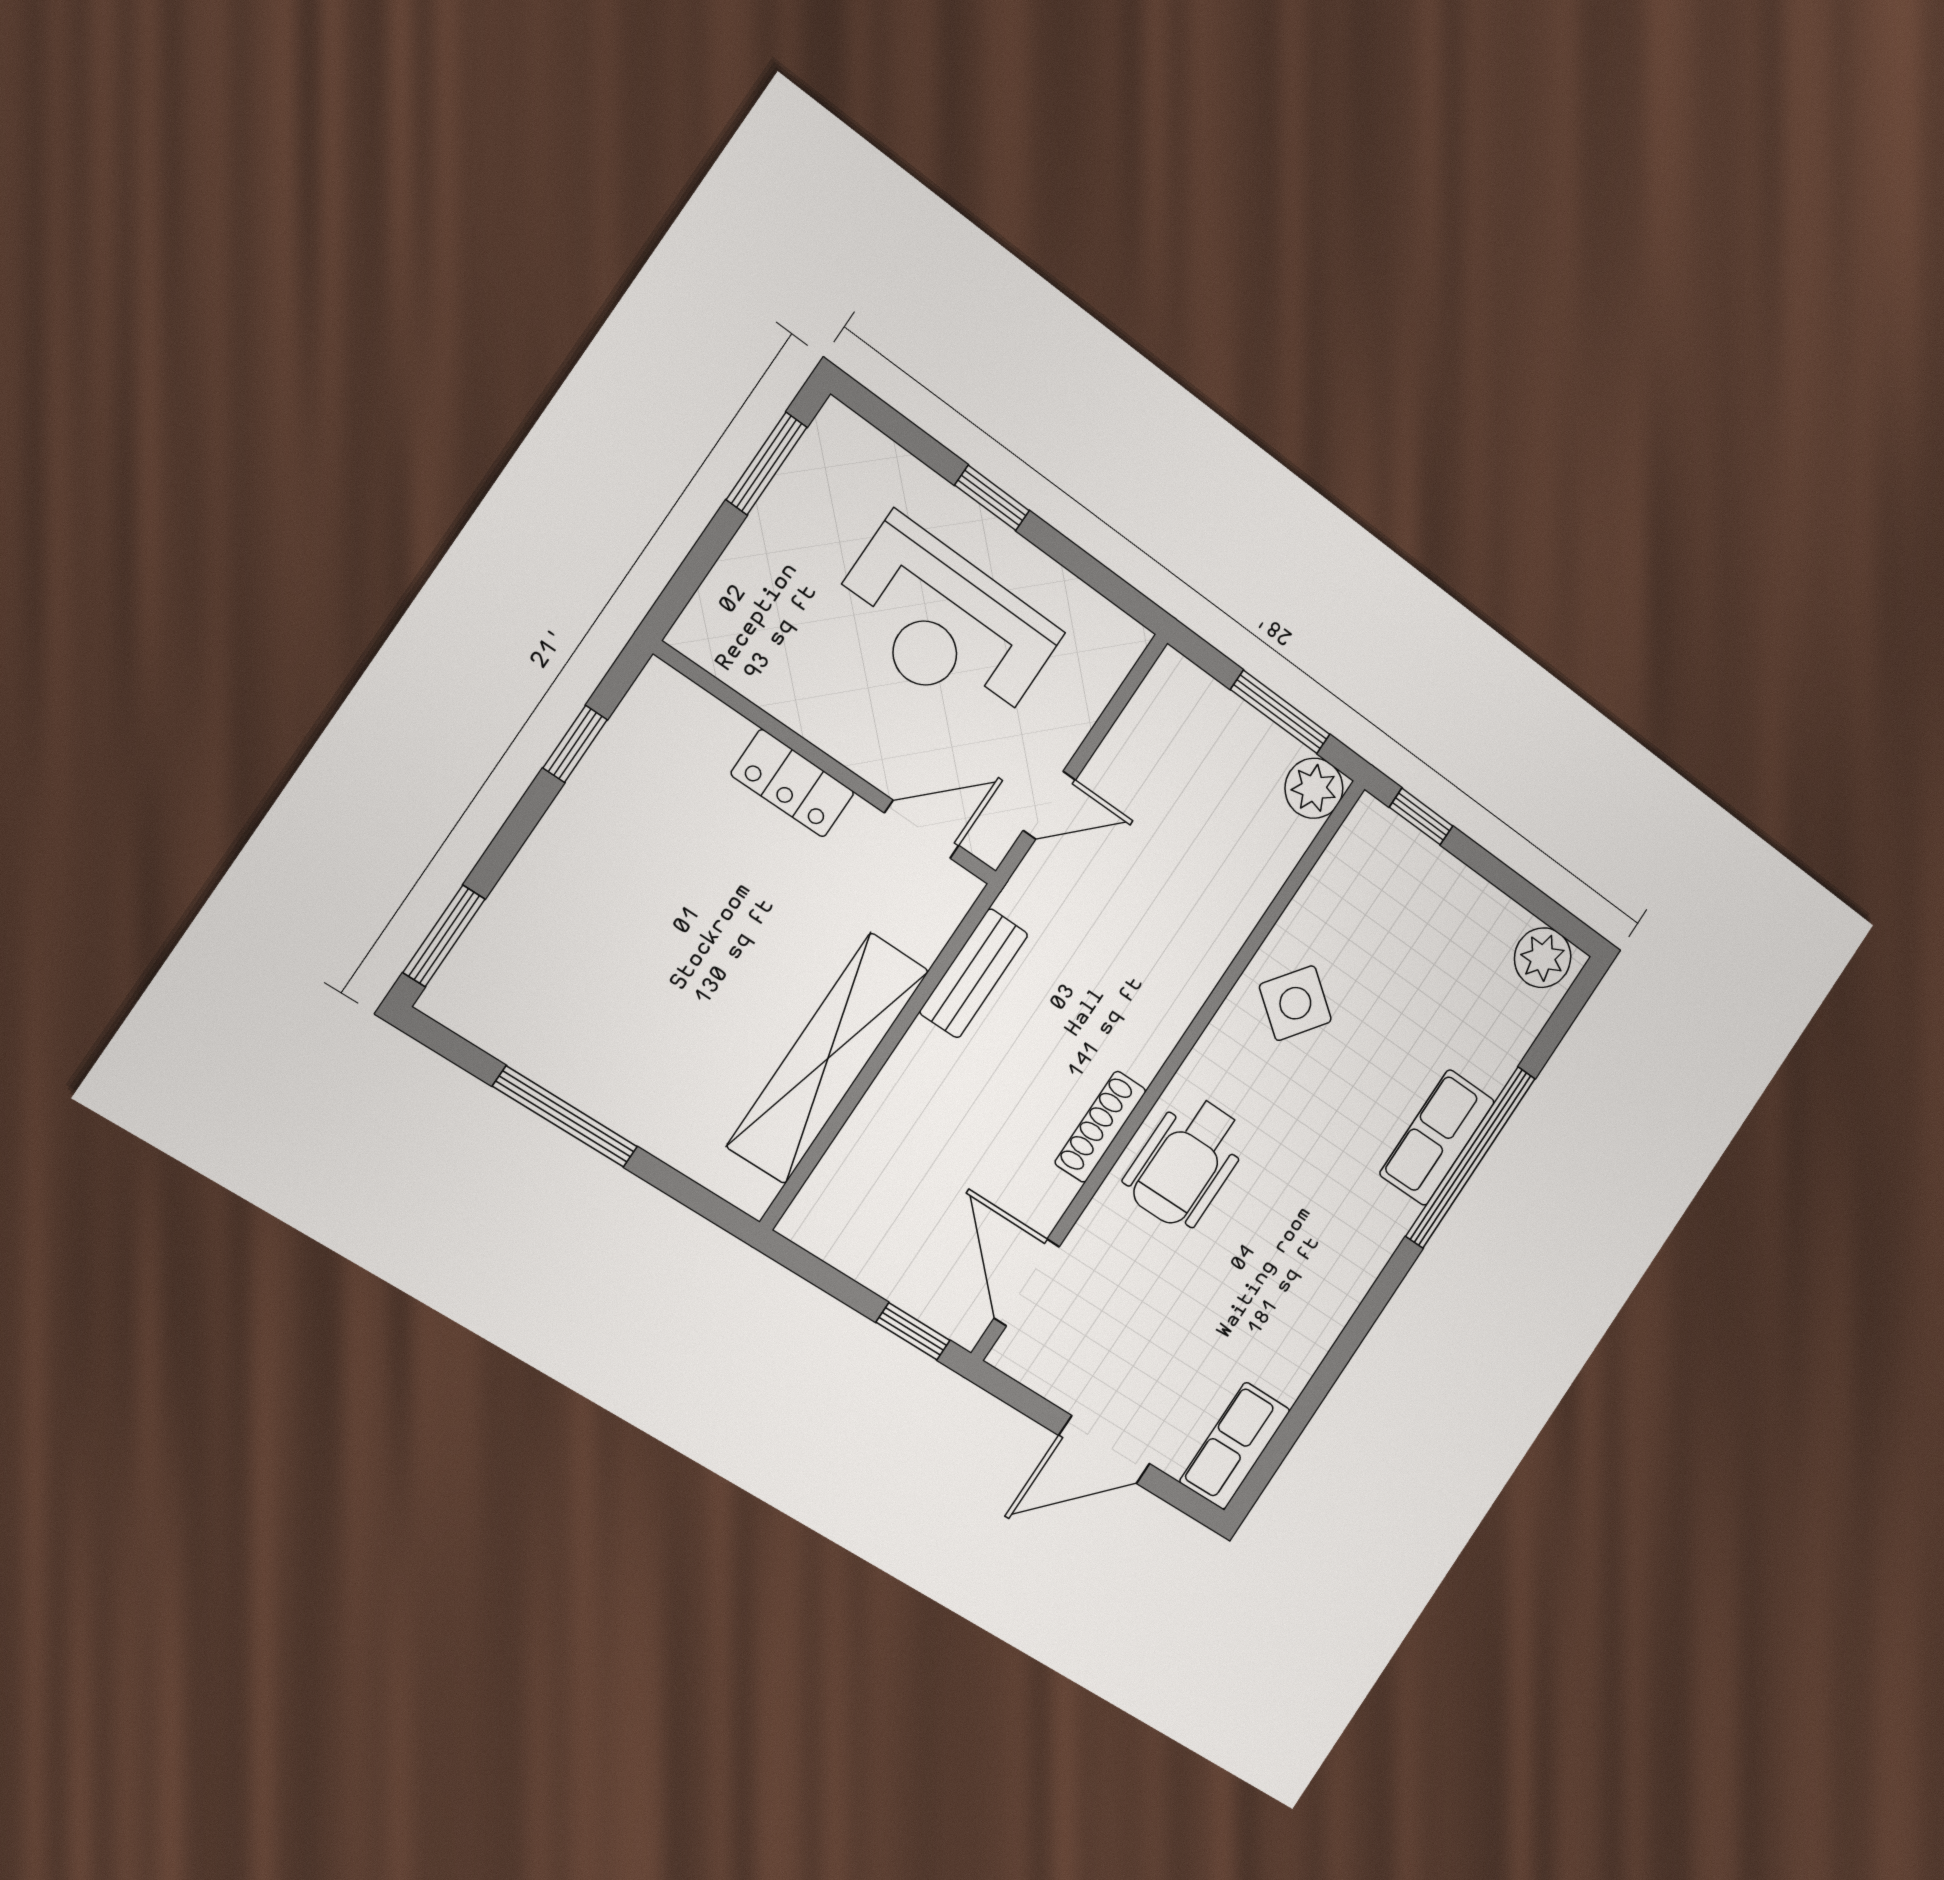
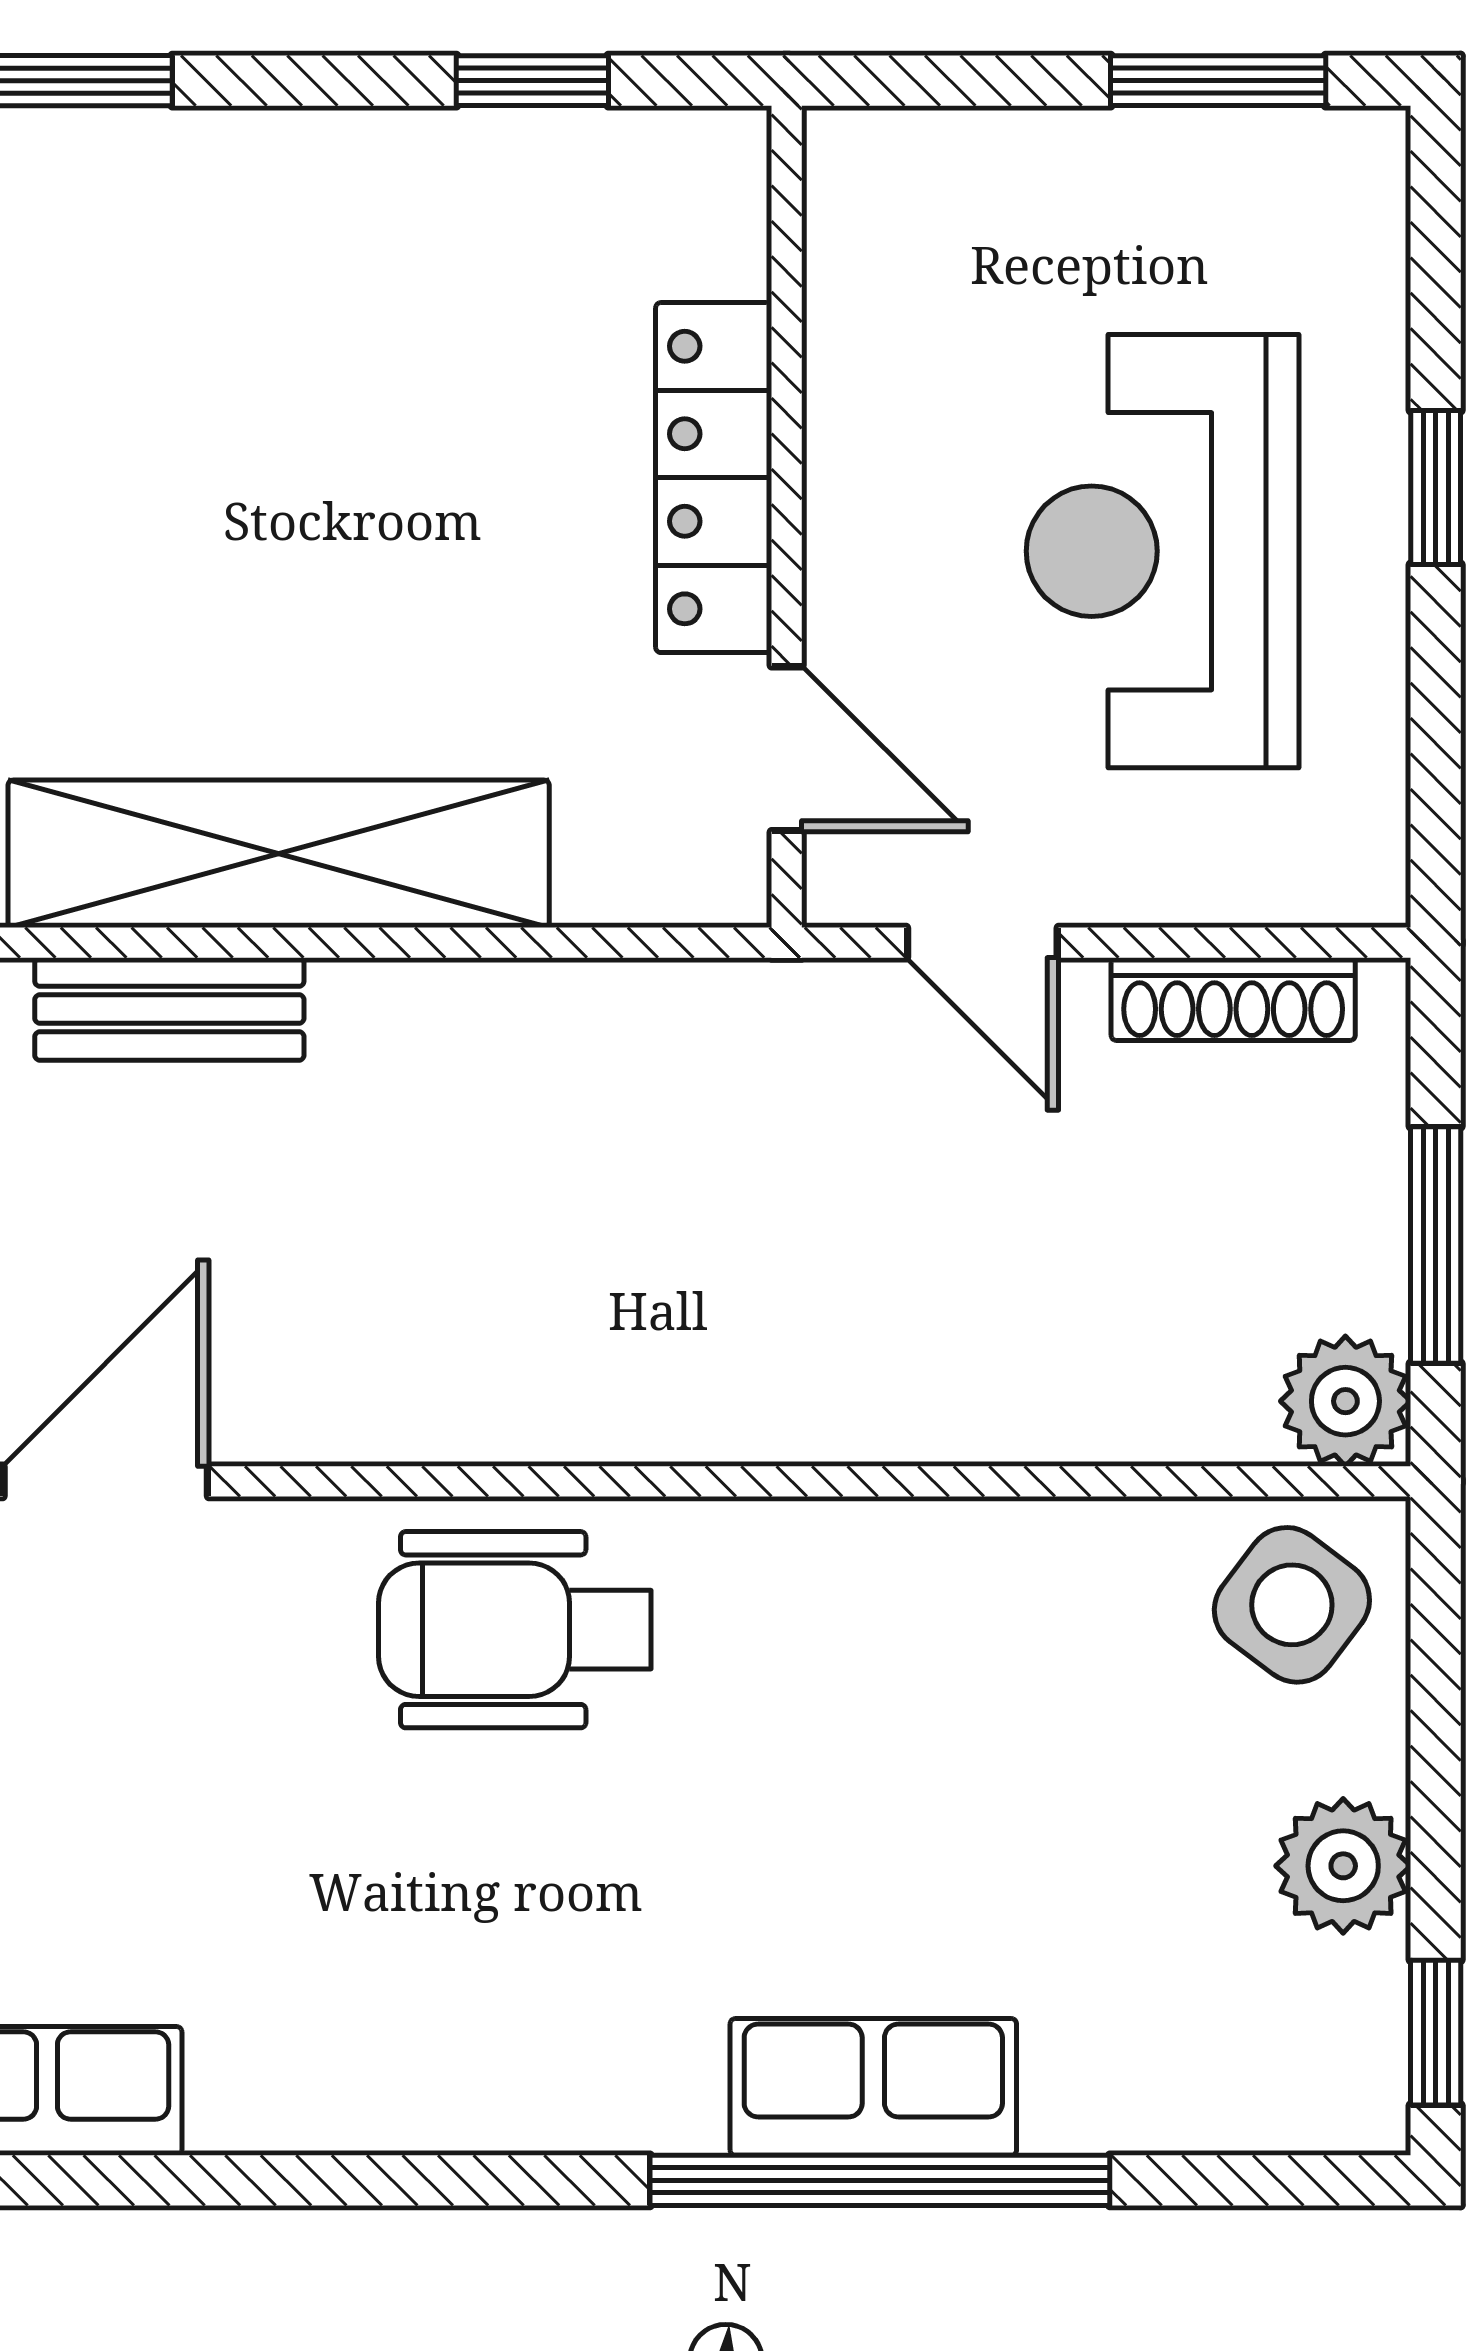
locker: (793, 783) -> (714, 478), width x1.53
window: (1421, 817) -> (1436, 2033), moved
plant: (1543, 958) -> (1343, 1866), moved
bench: (974, 973) -> (169, 1009), moved
side table: (1295, 1003) -> (1292, 1605), moved
shoe rack: (1100, 1127) -> (1233, 999), moved, turned 180

